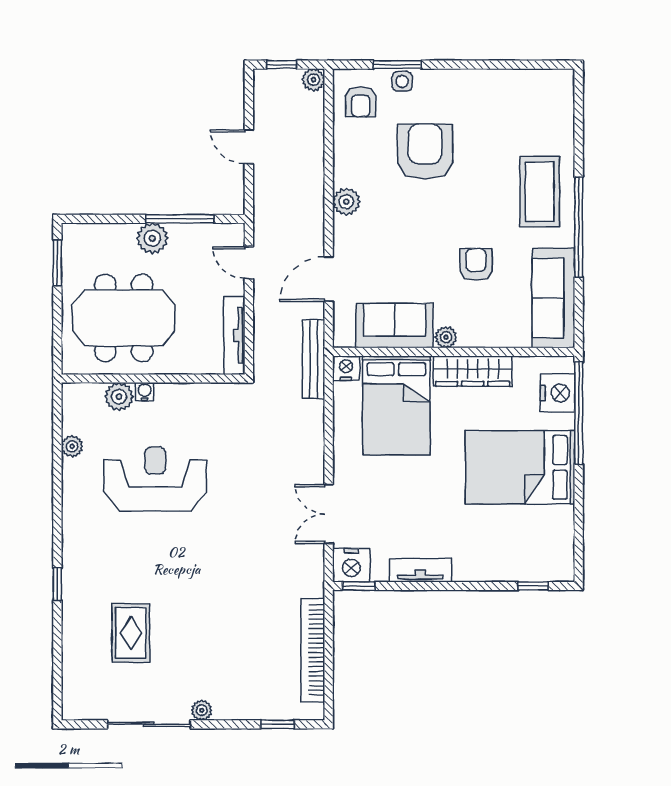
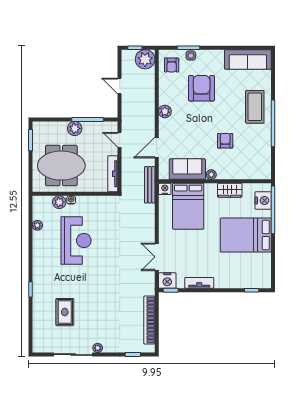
plant: (313, 80) -> (145, 59), width x1.88, depth x1.88
sofa: (553, 298) -> (248, 59), moved, turned -90
wardrobe: (473, 371) -> (230, 190), width x0.67
reception desk: (155, 479) -> (76, 241), turned 90

